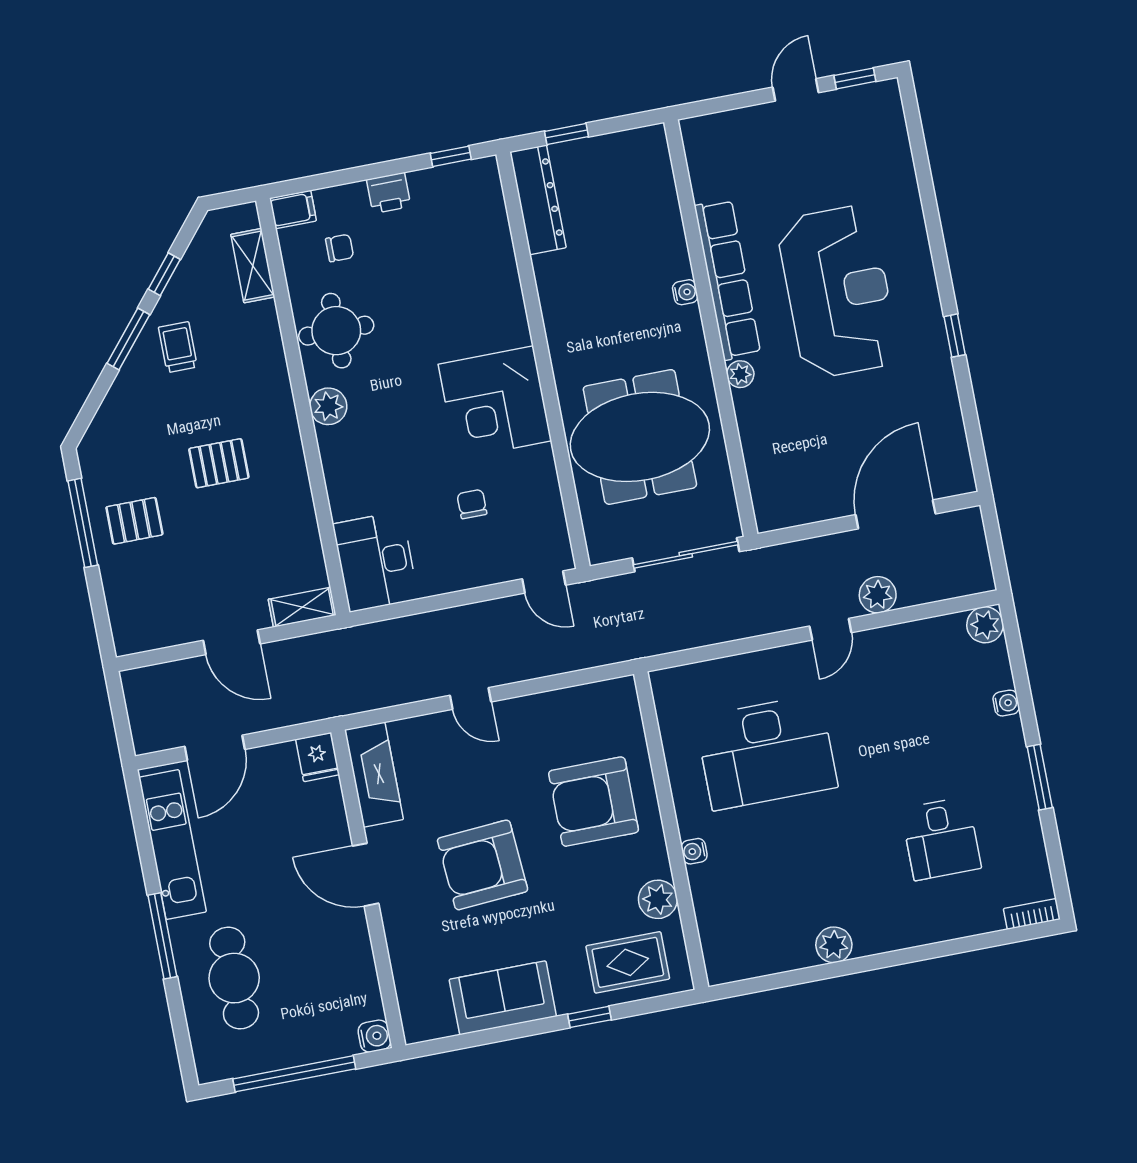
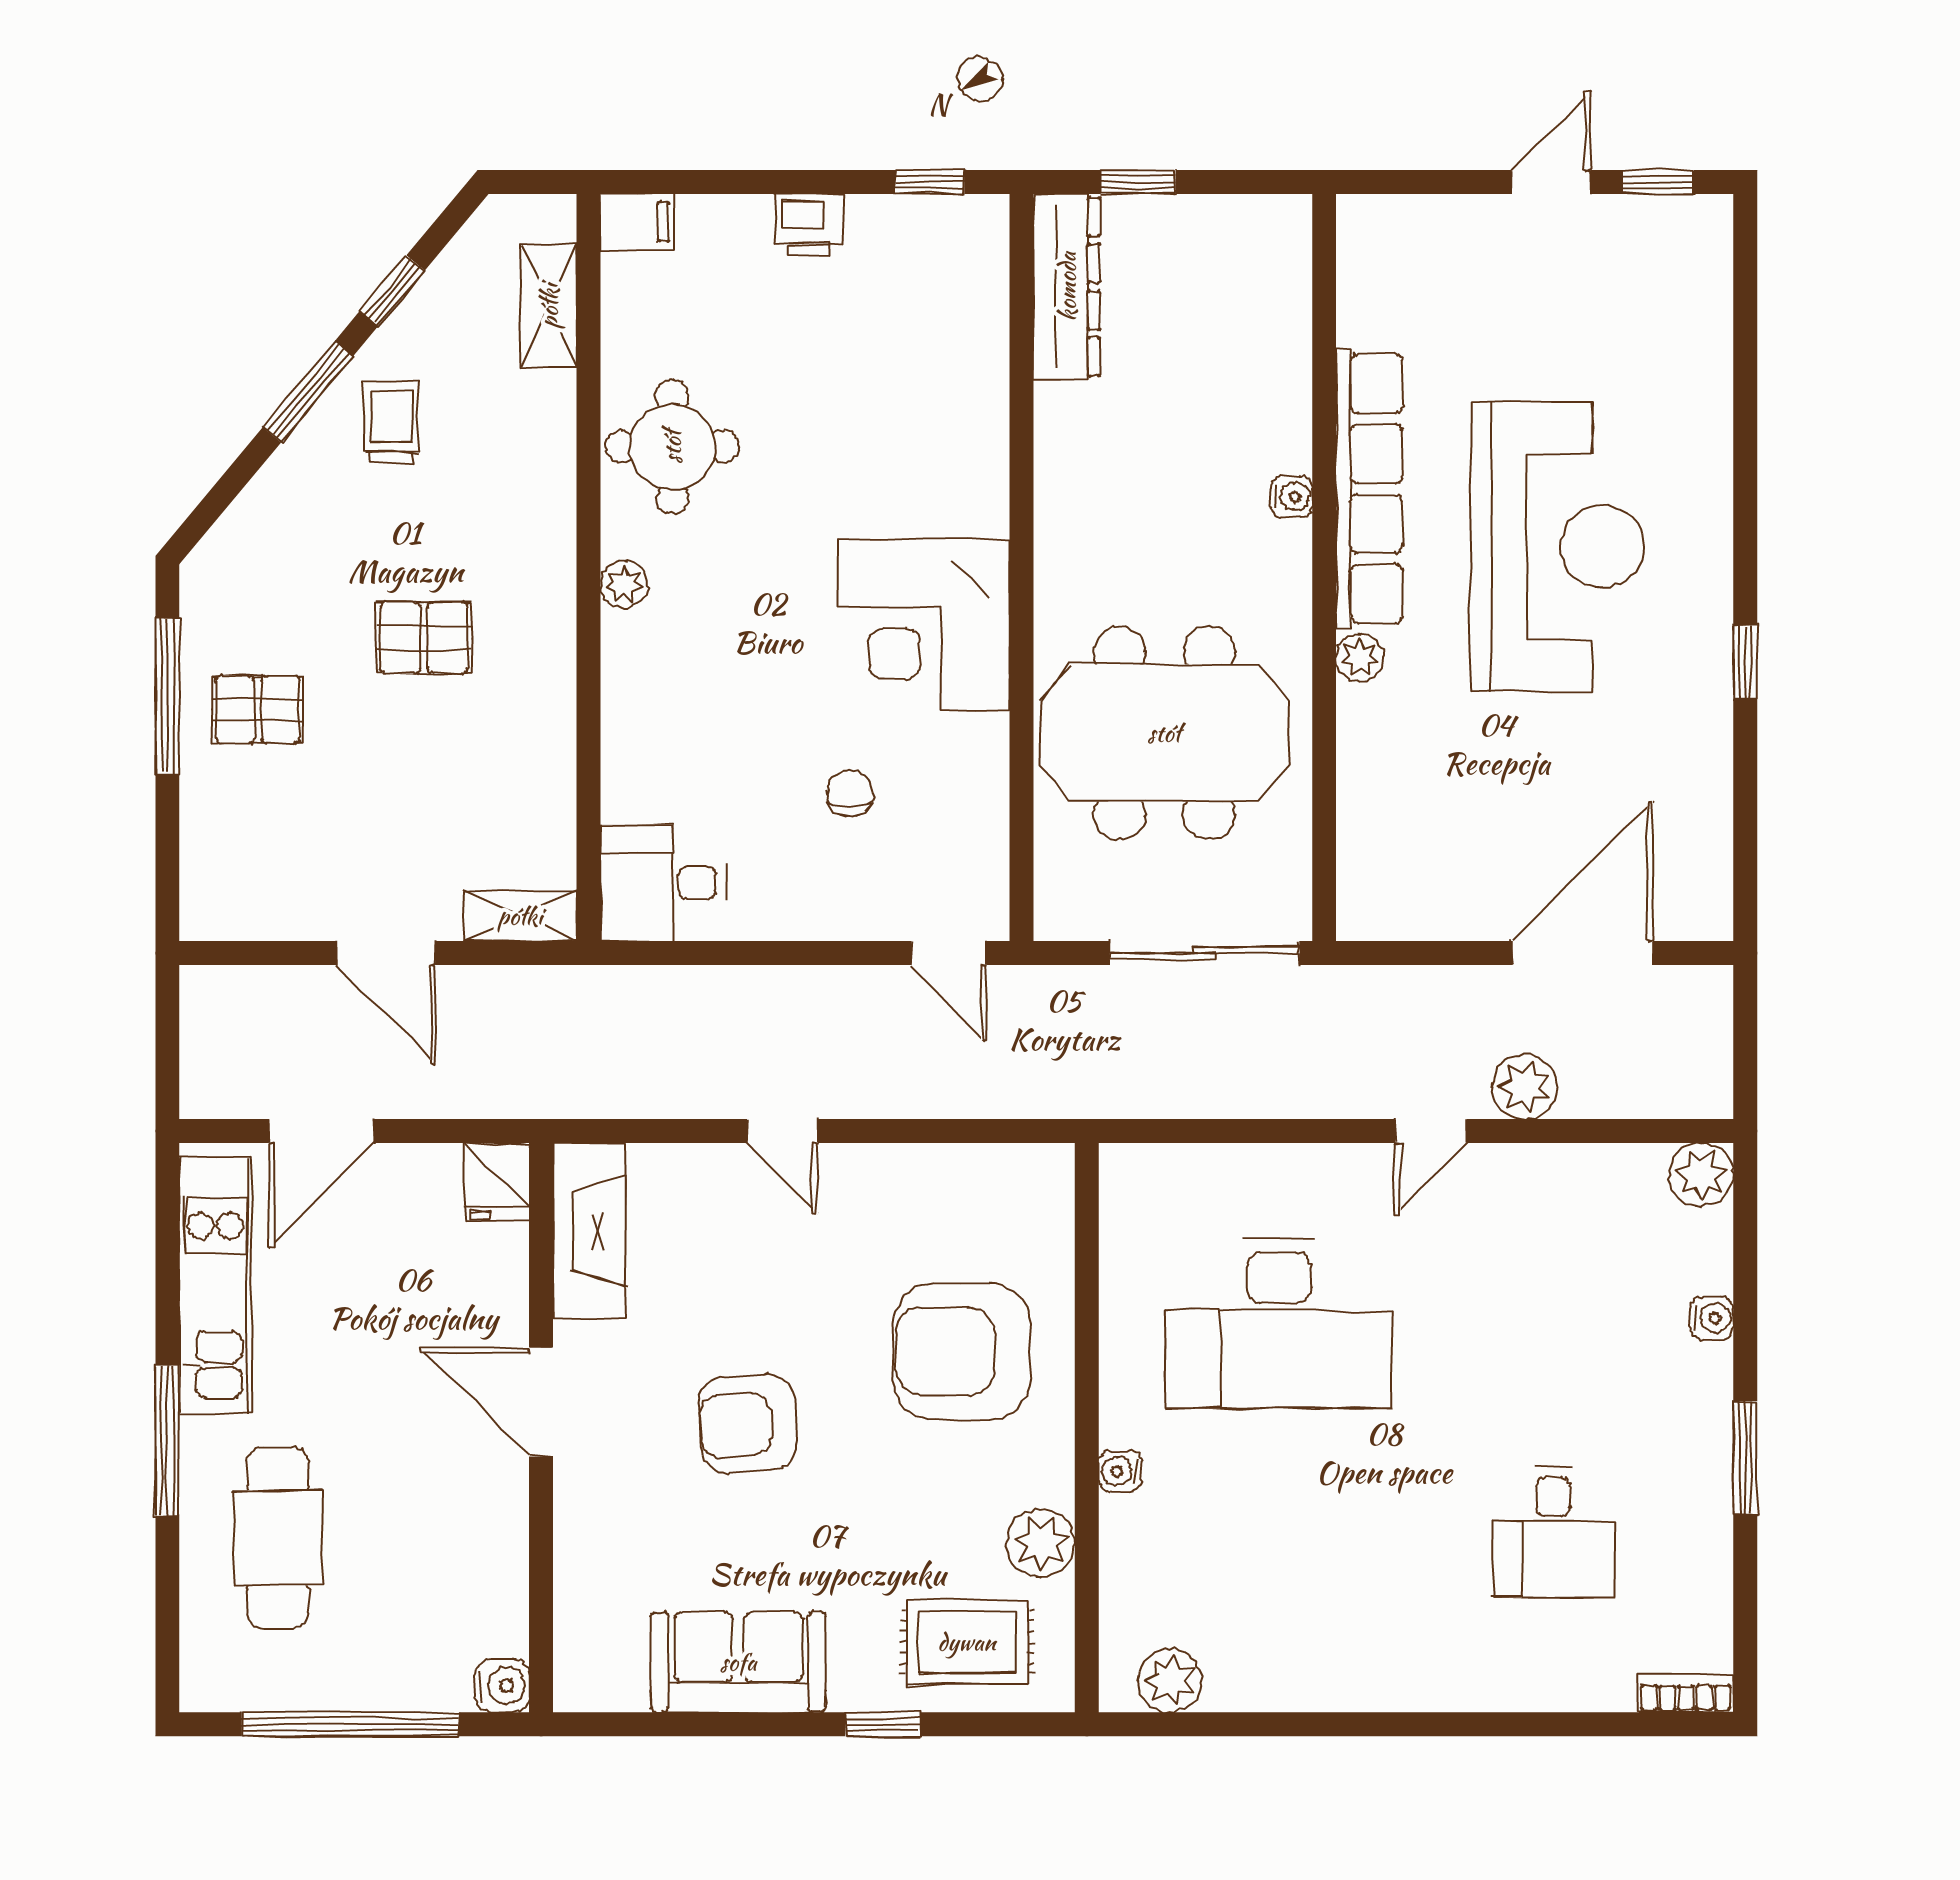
chair: (340, 248) -> (706, 304), removed
plant: (328, 406) -> (624, 584), width x0.73, depth x0.73
desk: (376, 562) -> (663, 883), width x0.73
armchair: (483, 865) -> (748, 1424), width x0.73, depth x0.73
plant: (834, 945) -> (1170, 1681), moved

